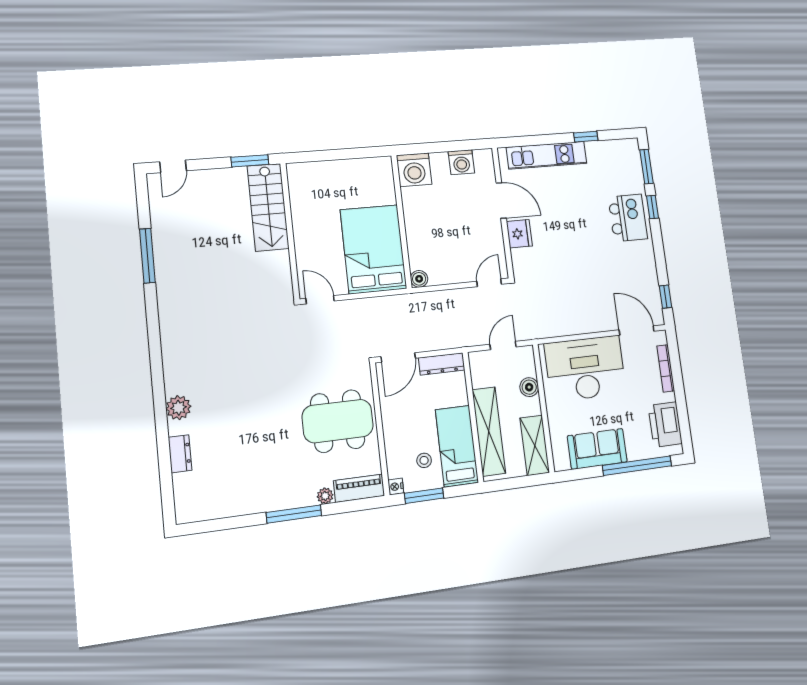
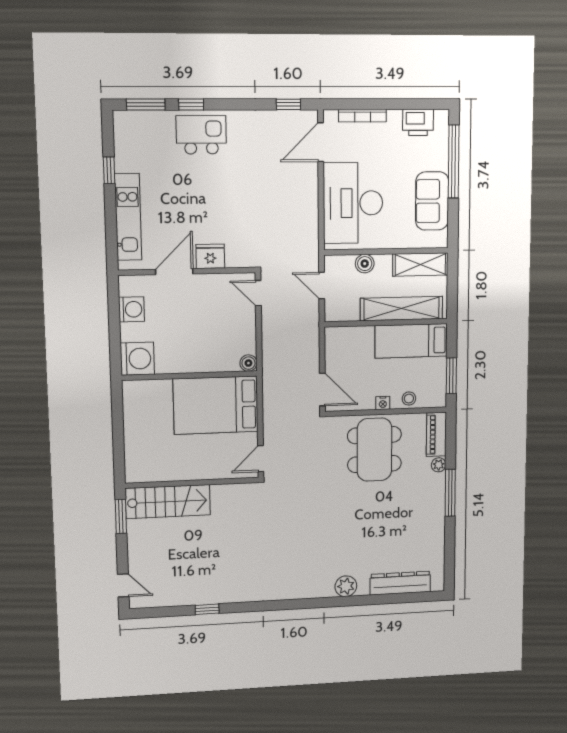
window: (147, 256) -> (207, 609), width x0.46
dresser: (442, 364) -> (333, 348), removed
printer: (665, 424) -> (418, 123), width x0.73, depth x0.84
dresser: (180, 454) -> (400, 583), width x1.96, depth x1.24
stool: (424, 460) -> (409, 399), moved
nightstand: (396, 487) -> (383, 403), moved

